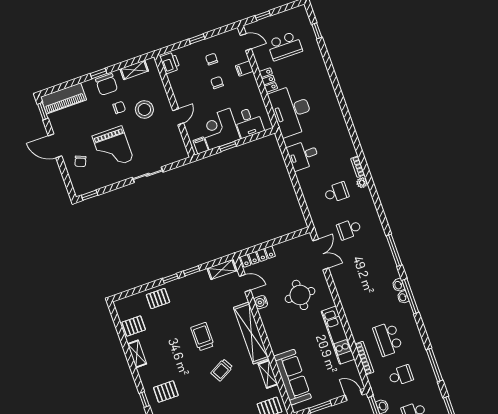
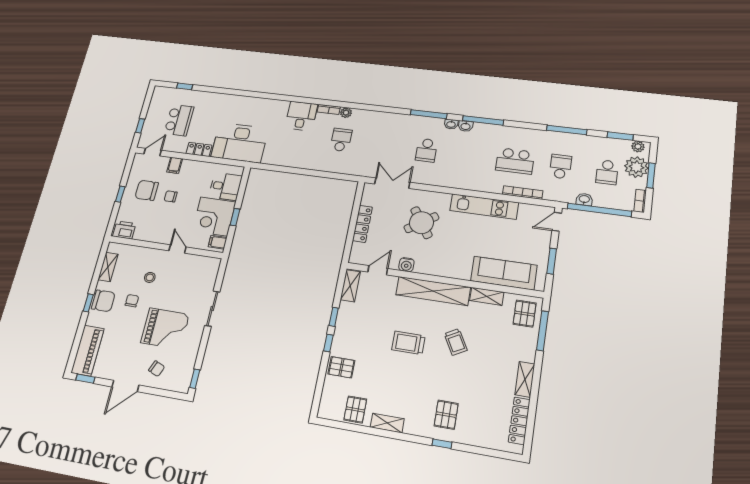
chair: (212, 59) -> (147, 190), width x1.87, depth x1.87
stool: (144, 109) -> (150, 277), width x0.53, depth x0.53
desk: (303, 155) -> (301, 116), moved, turned 180
school desk: (349, 229) -> (426, 150), moved
locker: (258, 256) -> (362, 224), moved
round table: (300, 295) -> (421, 223), turned -34
washbasin: (403, 297) -> (451, 124), moved
pallet: (158, 298) -> (341, 367), turned 90

